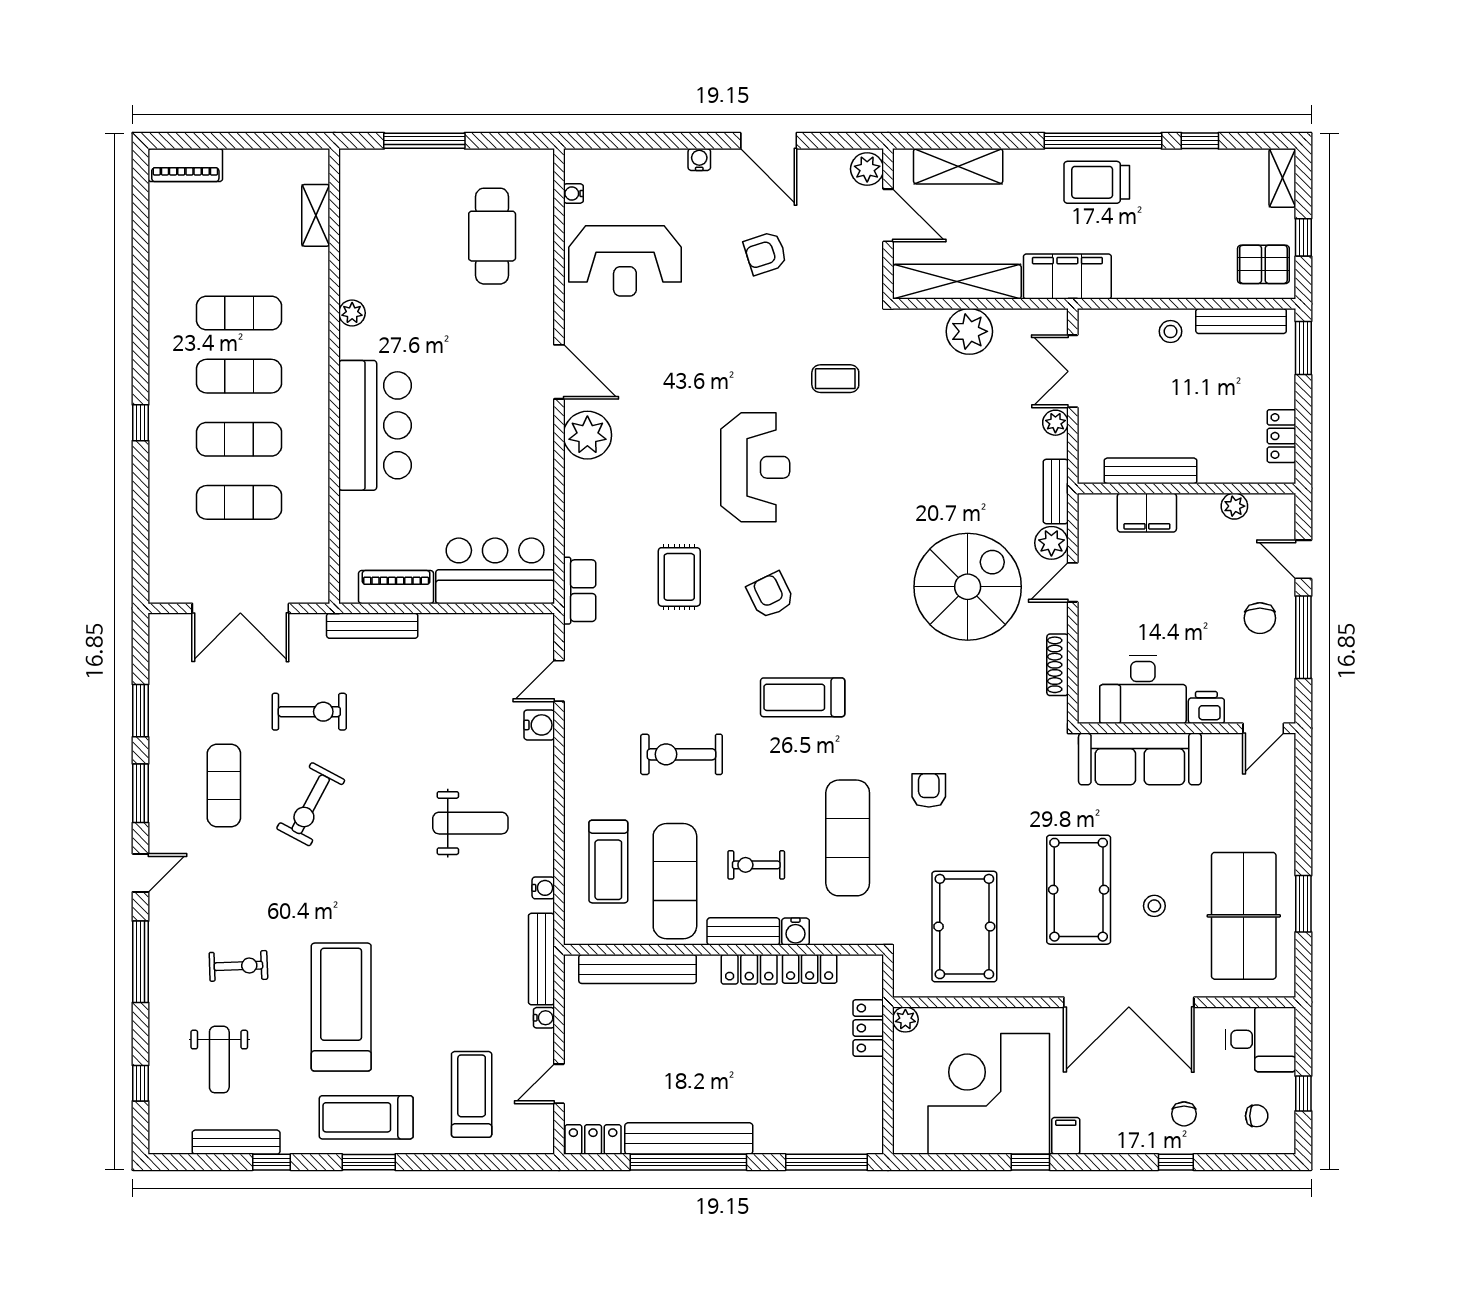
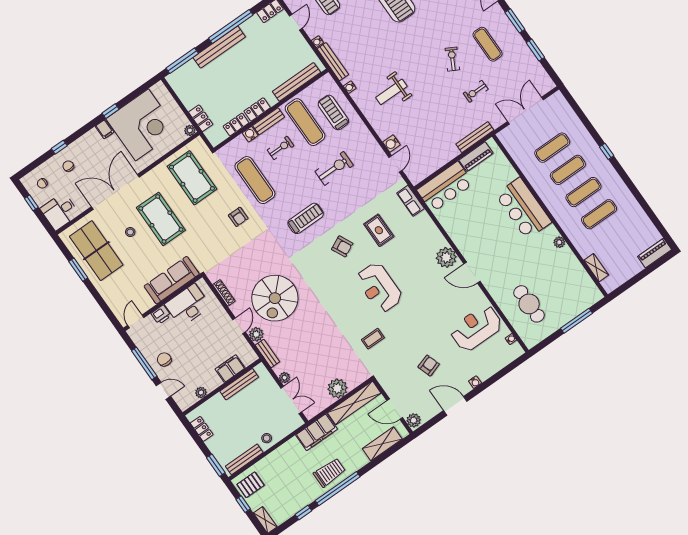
exercise bike: (309, 712) -> (476, 91), width x0.73, depth x0.72
exercise bike: (311, 804) -> (452, 59), width x0.73, depth x0.72
bench: (689, 1139) -> (219, 47), moved

